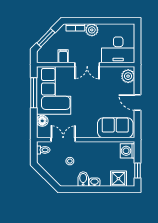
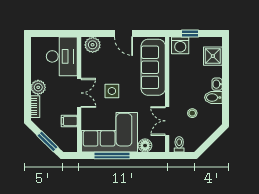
side table: (89, 93) -> (112, 91), added
door: (138, 103) -> (124, 34), hinge flipped
sofa: (115, 128) -> (153, 67), width x1.36
window: (138, 171) -> (190, 34), moved

